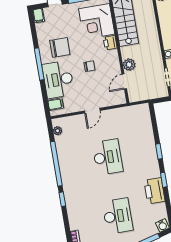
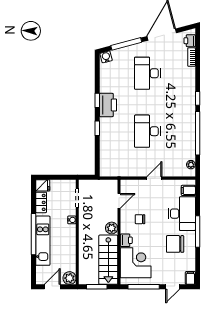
plant: (129, 65) -> (112, 228), moved
chair: (89, 66) -> (140, 219), moved
printer: (154, 191) -> (108, 105), moved

